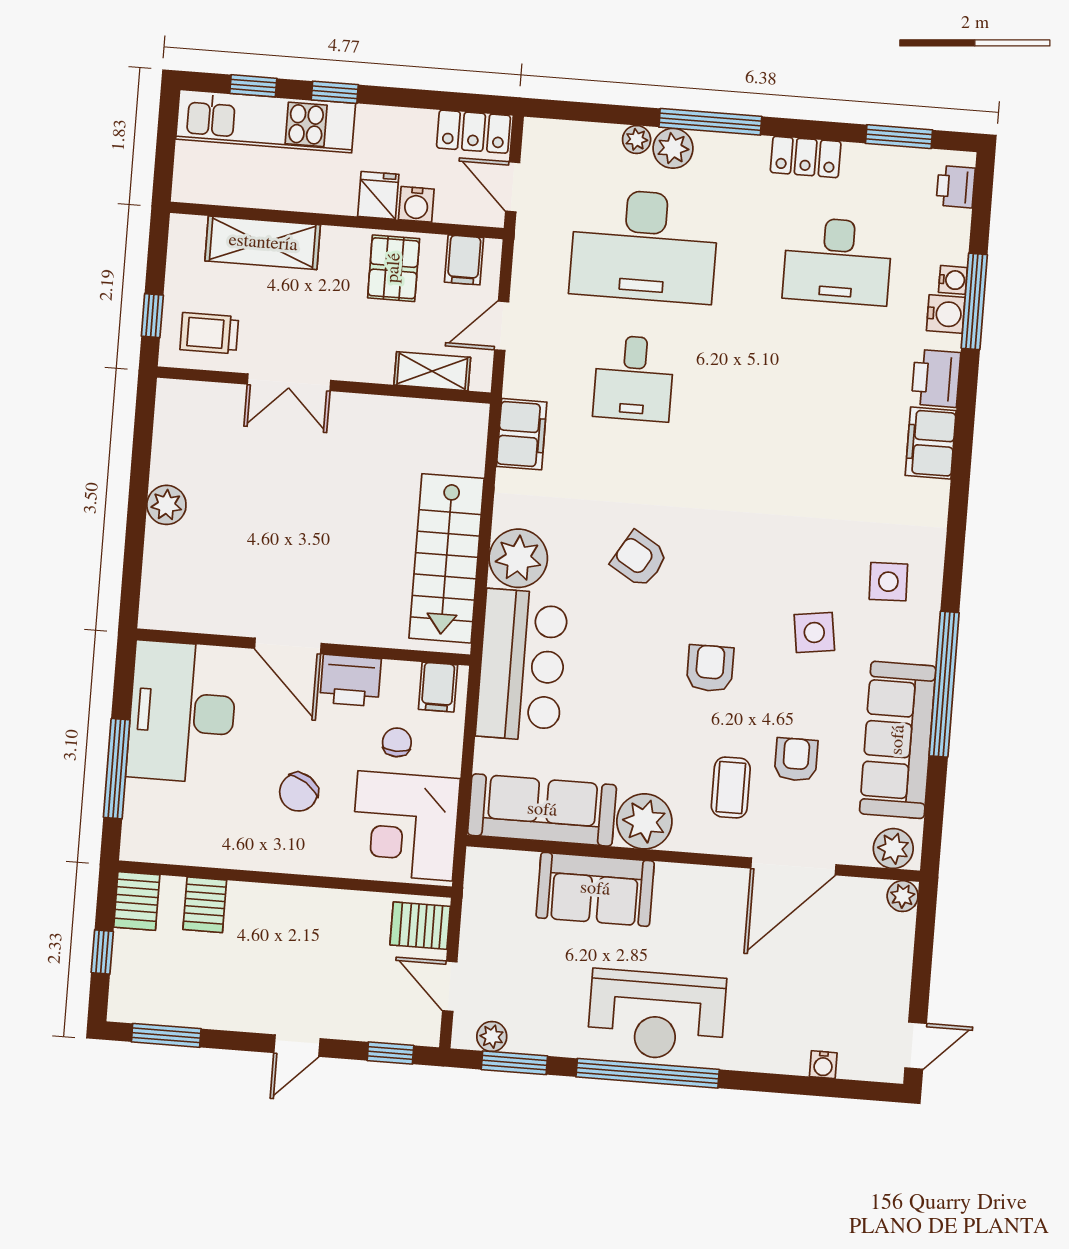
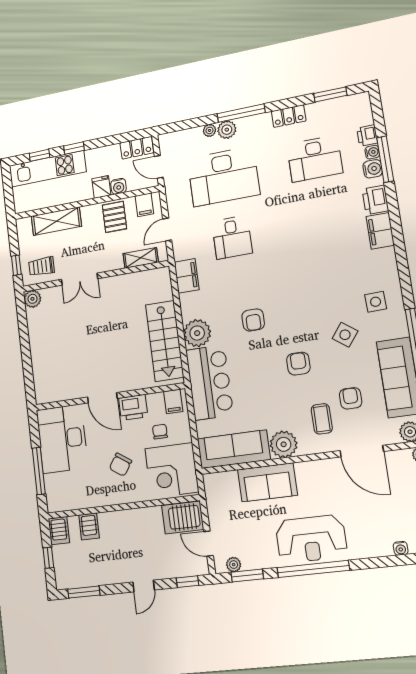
printer: (956, 187) -> (367, 136), moved
plant: (166, 505) -> (32, 299), moved
armchair: (639, 559) -> (253, 320), turned -121
side table: (814, 632) -> (345, 335), turned 45
door: (793, 866) -> (362, 451), hinge flipped
server rack: (420, 926) -> (183, 517), width x1.36, depth x1.44

